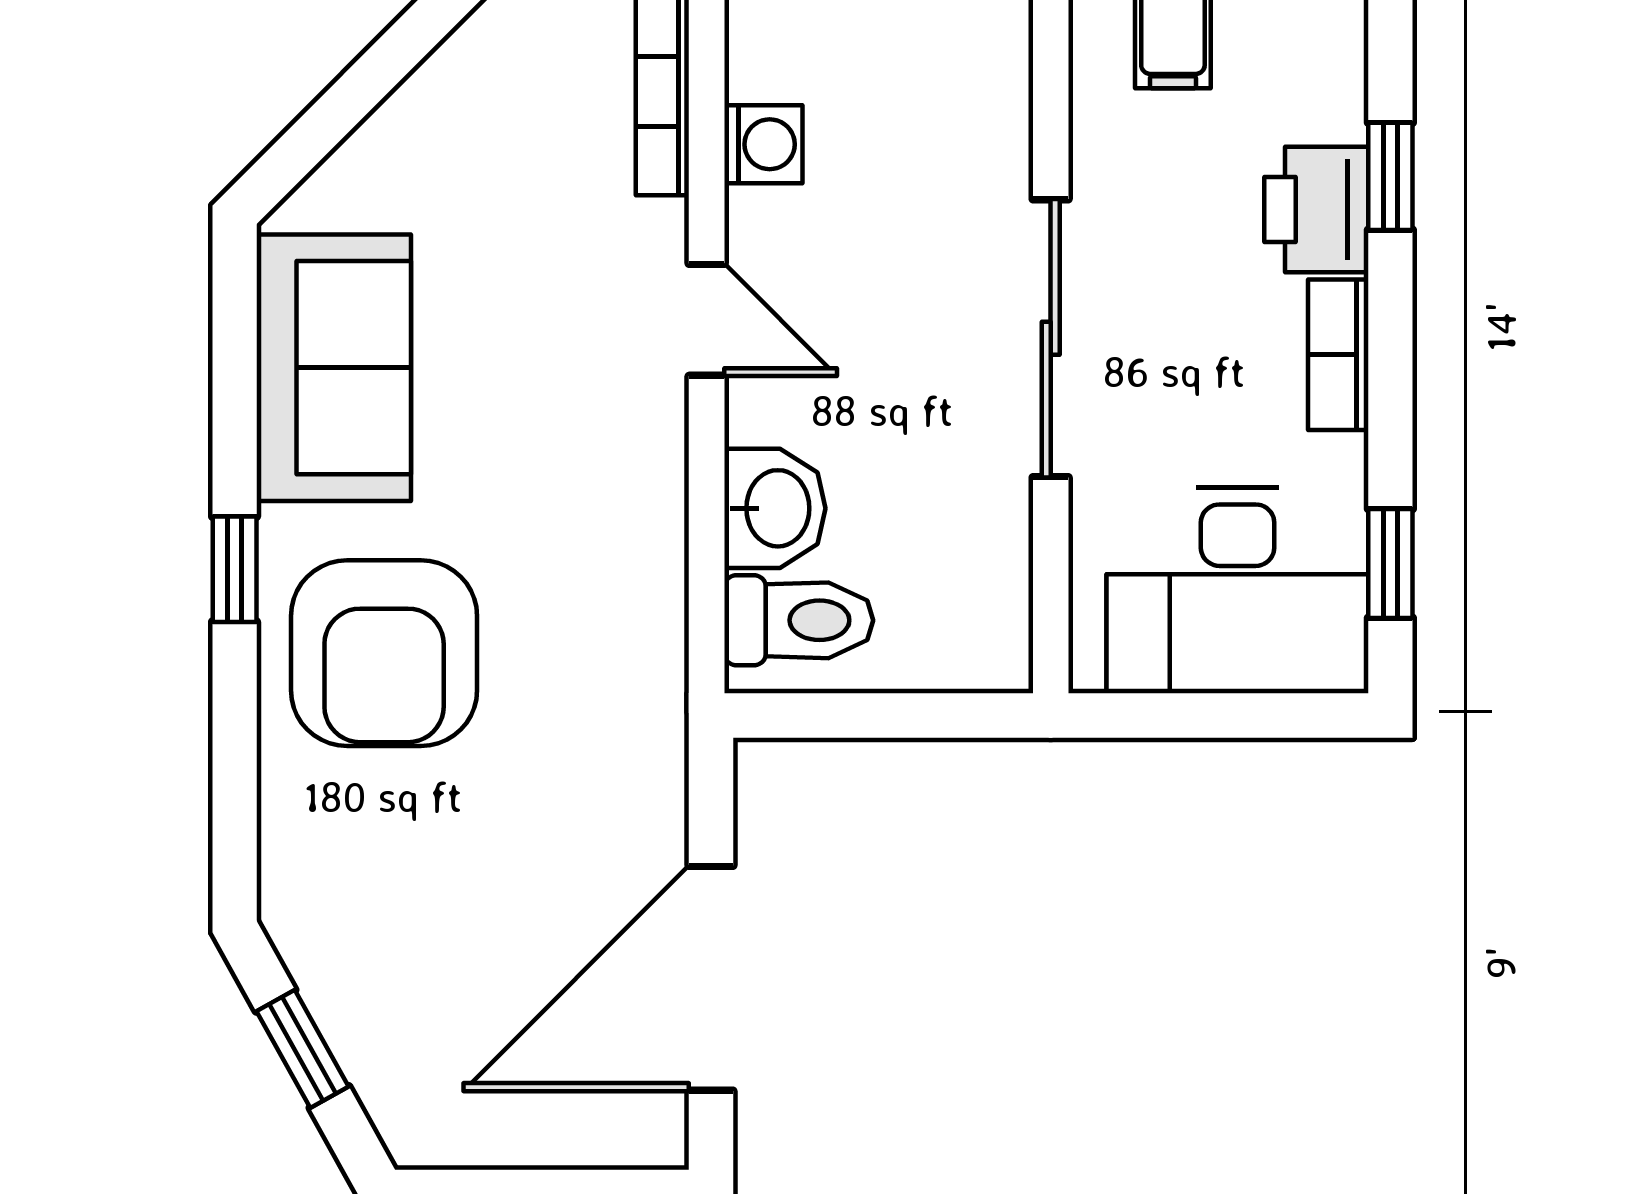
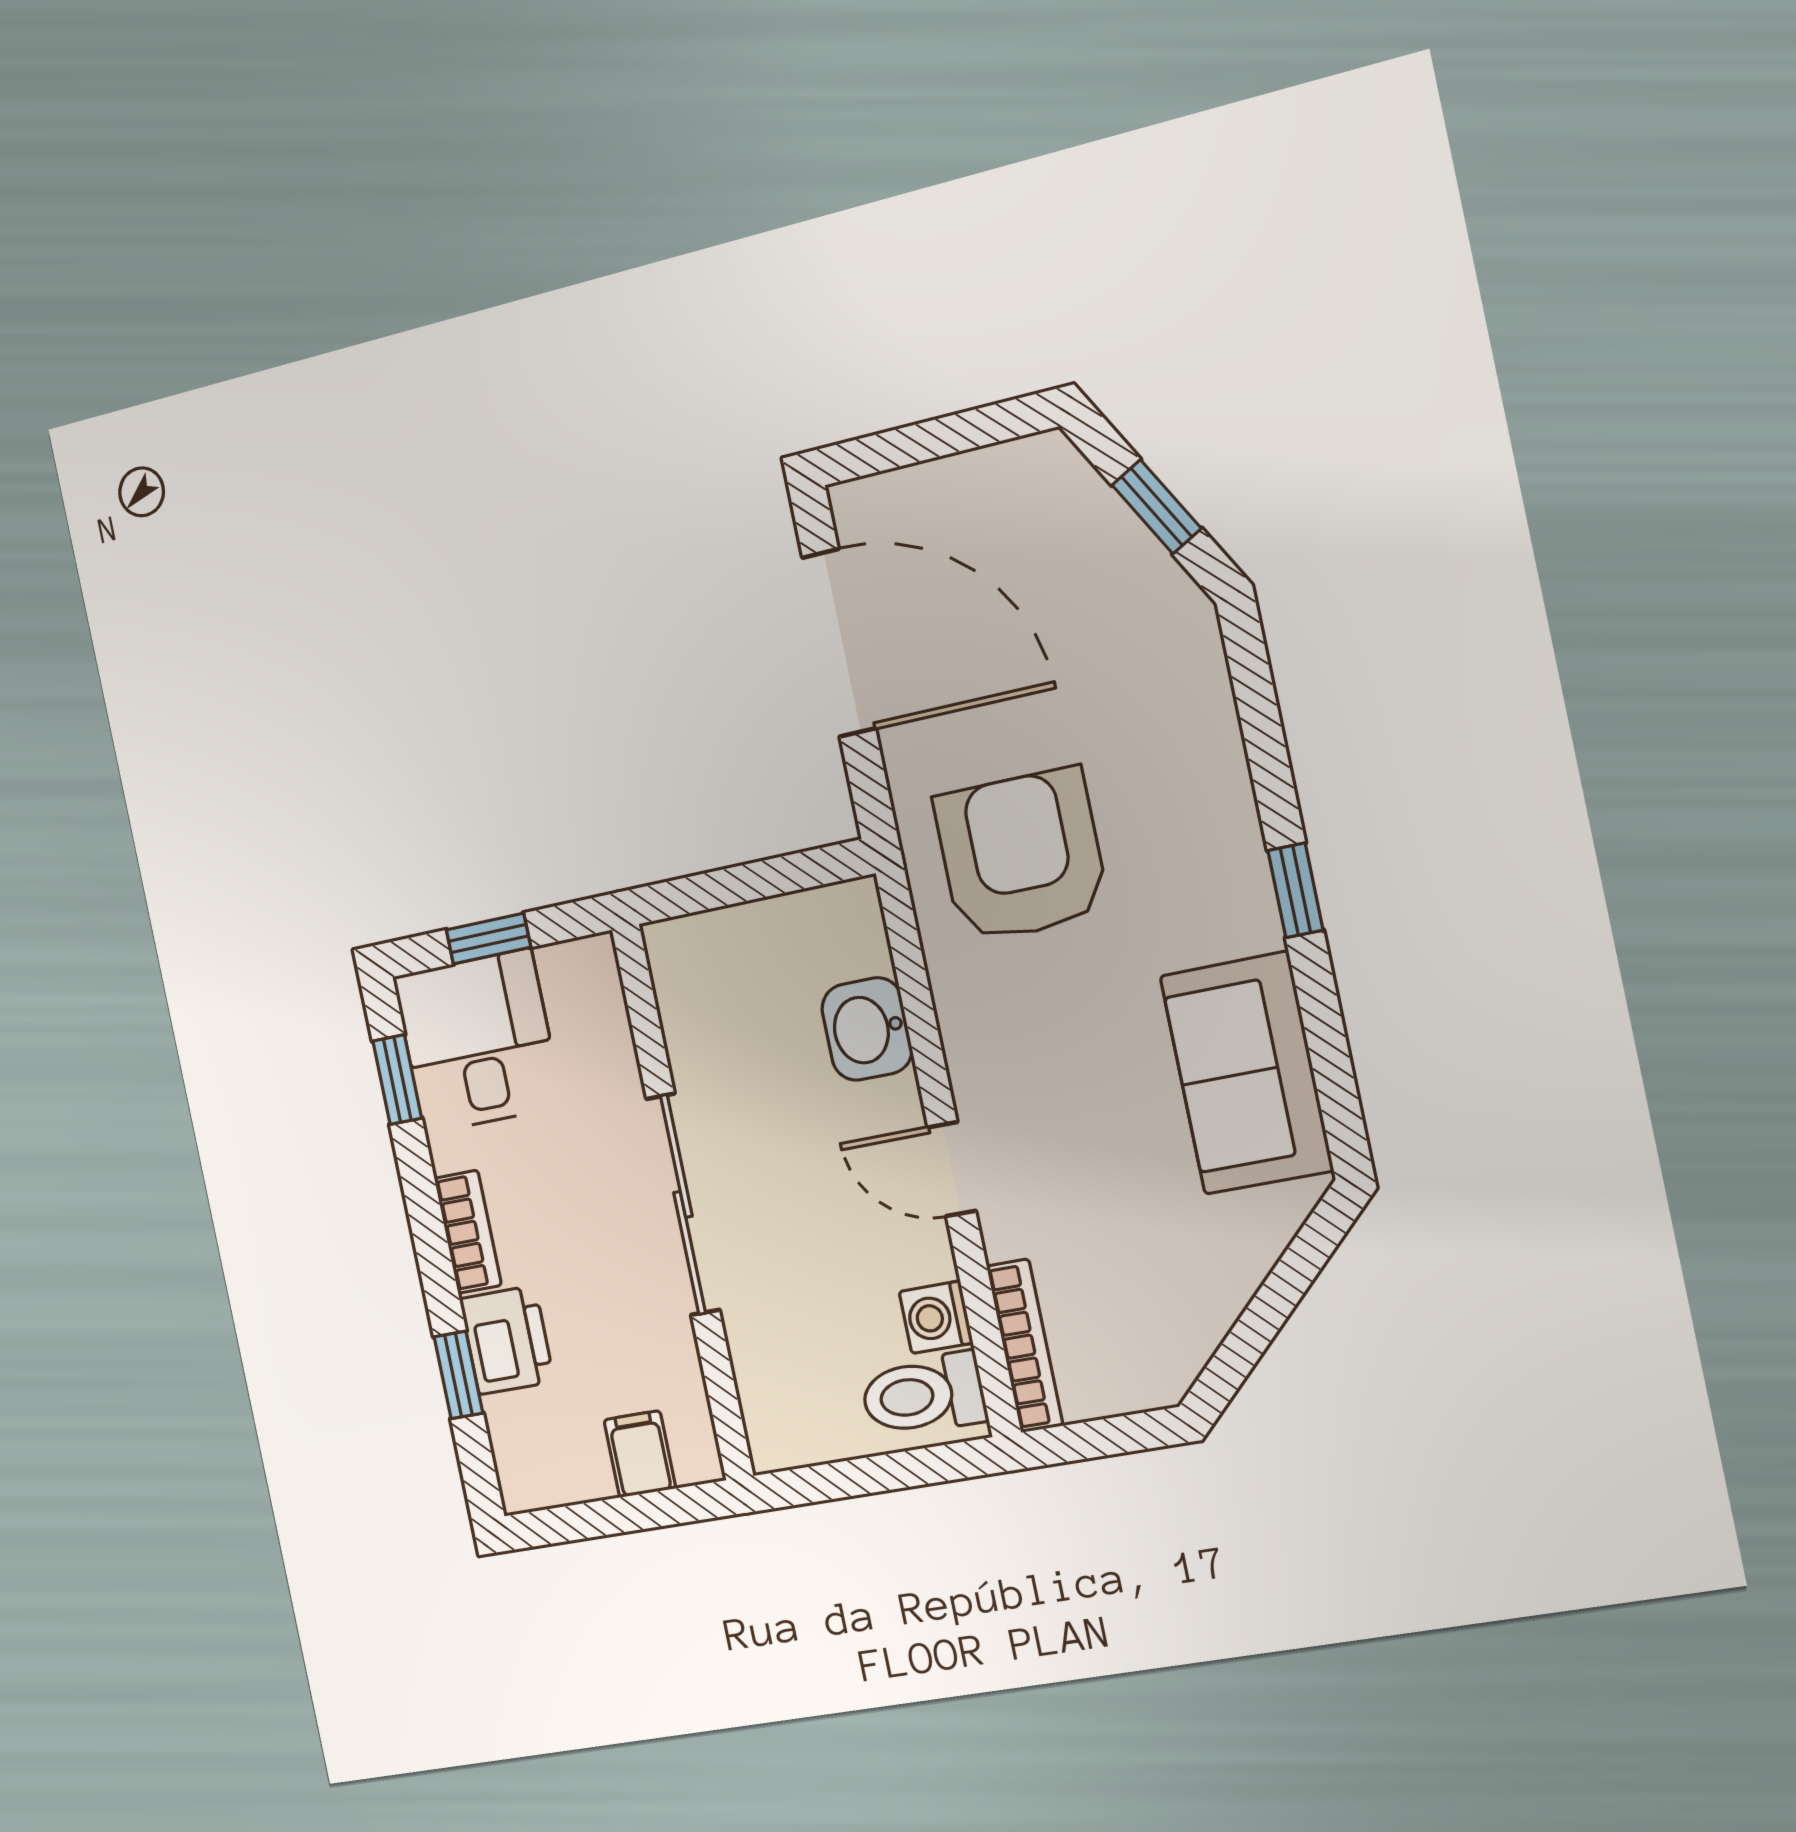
desk: (1238, 591) -> (478, 1041), width x0.73
toilet: (799, 620) -> (923, 1395), moved
armchair: (384, 653) -> (1021, 856), moved
window: (1231, 716) -> (488, 939), added
door: (711, 978) -> (839, 643), hinge flipped

